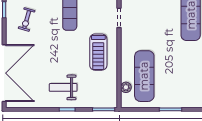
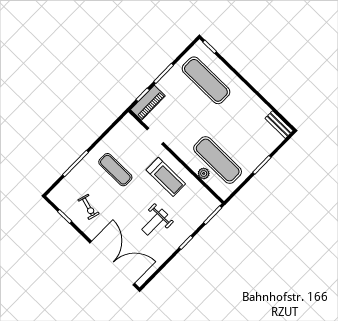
weight bench: (63, 87) -> (155, 222), moved
plant: (126, 87) -> (204, 173), moved

